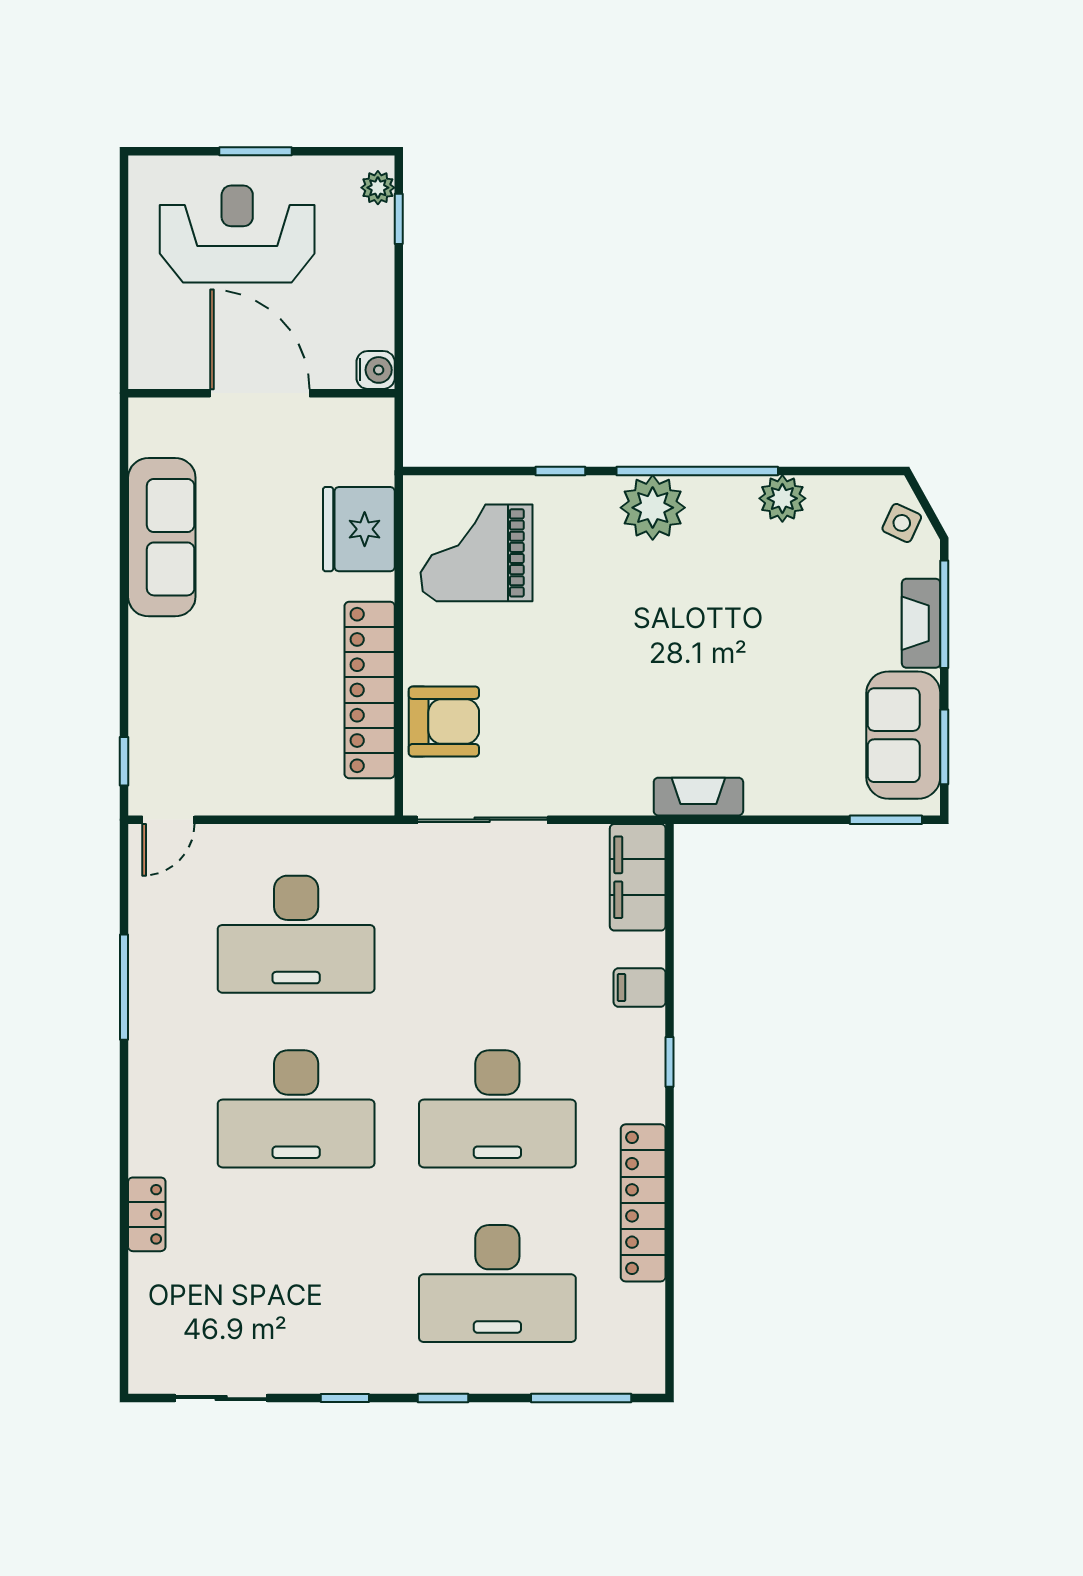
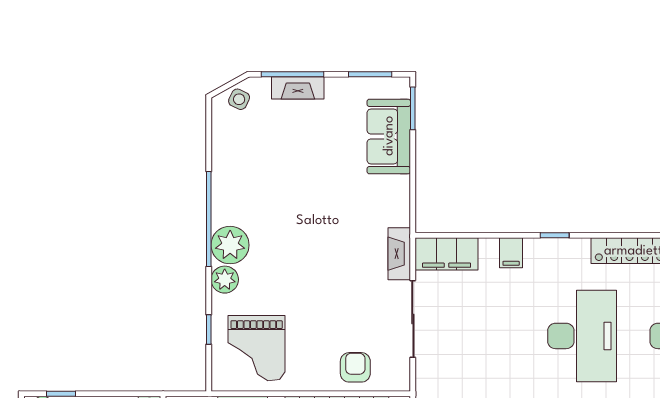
window: (560, 471) -> (209, 329), moved
plant: (782, 498) -> (225, 280), moved
armchair: (444, 721) -> (355, 367), width x0.72, depth x0.72
sofa: (903, 735) -> (389, 136), moved, turned 90
fireplace: (698, 797) -> (399, 254), moved
sliding door: (482, 820) -> (413, 319), moved

